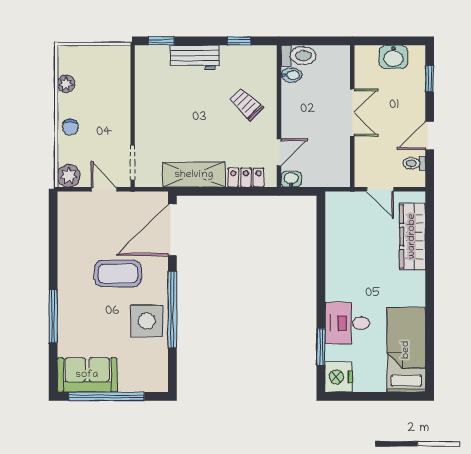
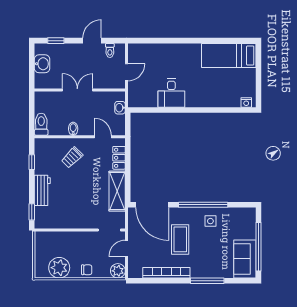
bidet: (292, 75) -> (73, 129), moved
plant: (66, 84) -> (59, 268), width x1.88, depth x1.88
door: (430, 135) -> (92, 41), swing flipped
washbasin: (291, 179) -> (120, 108), moved
wardrobe: (412, 236) -> (157, 52), removed
bookcase: (66, 252) -> (166, 273), added
side table: (147, 321) -> (210, 221), width x0.54, depth x0.54
desk: (347, 323) -> (171, 93), moved
window: (321, 347) -> (227, 110), removed
nightstand: (339, 377) -> (246, 102), width x0.53, depth x0.56

